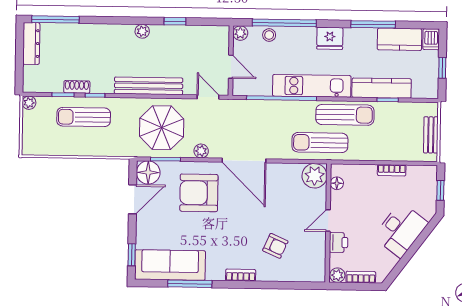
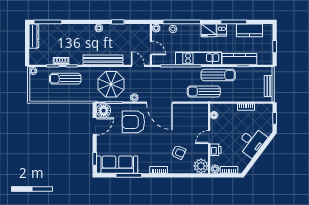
dishwasher: (431, 39) -> (222, 30), moved
plant: (315, 176) -> (201, 166), moved

